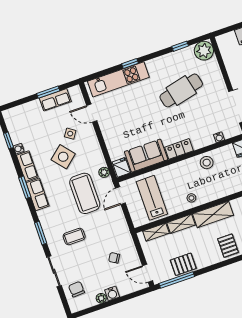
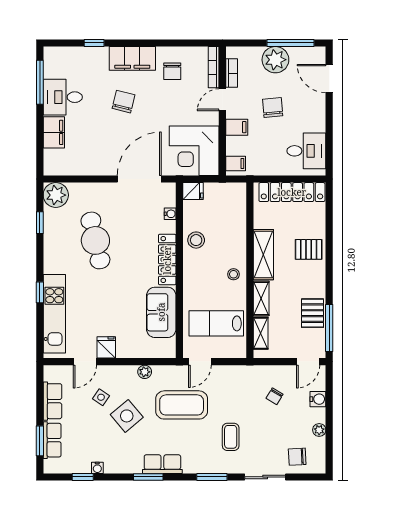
window: (48, 92) -> (40, 441), moved
locker: (179, 149) -> (167, 260), width x1.53
row of seats: (27, 166) -> (52, 440), moved, turned 90
fridge: (121, 167) -> (106, 347), moved, turned 90
plant: (104, 172) -> (145, 372), moved
door: (120, 196) -> (200, 362), hinge flipped
water cooler: (112, 293) -> (318, 399), moved

